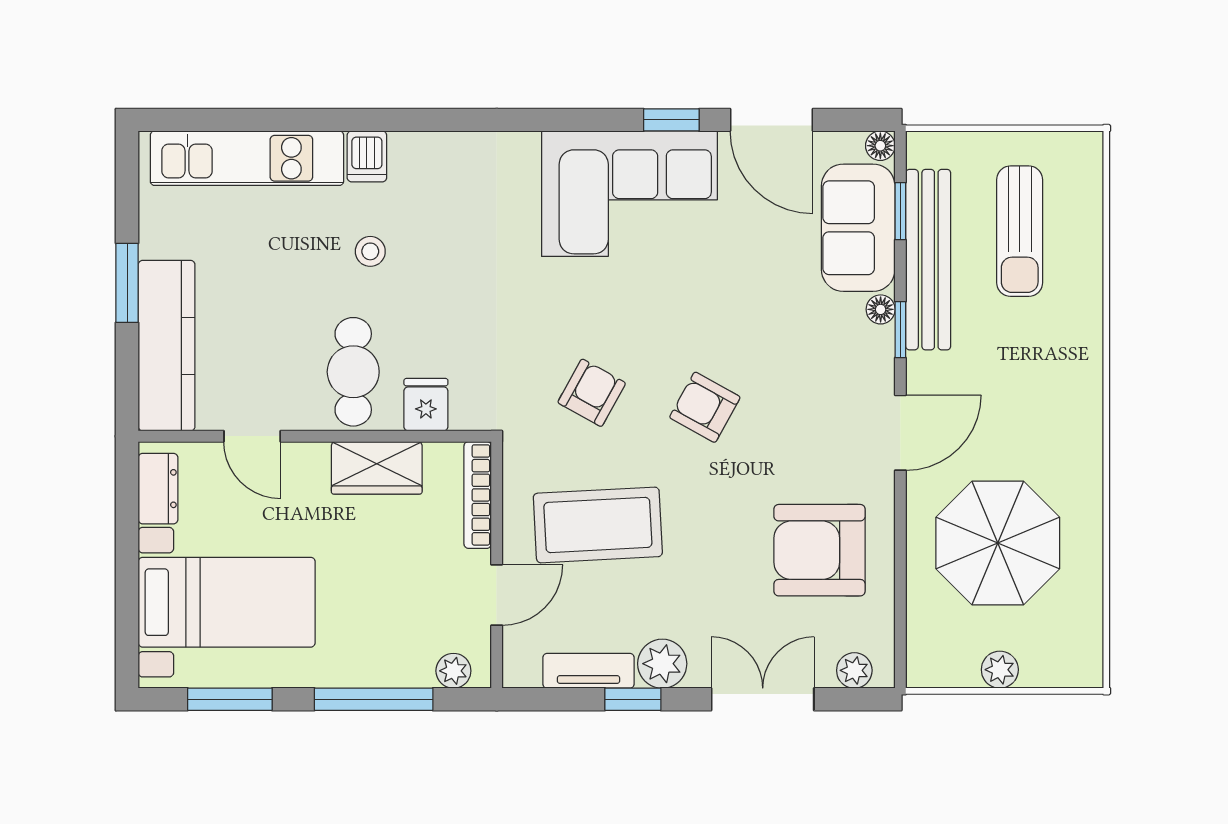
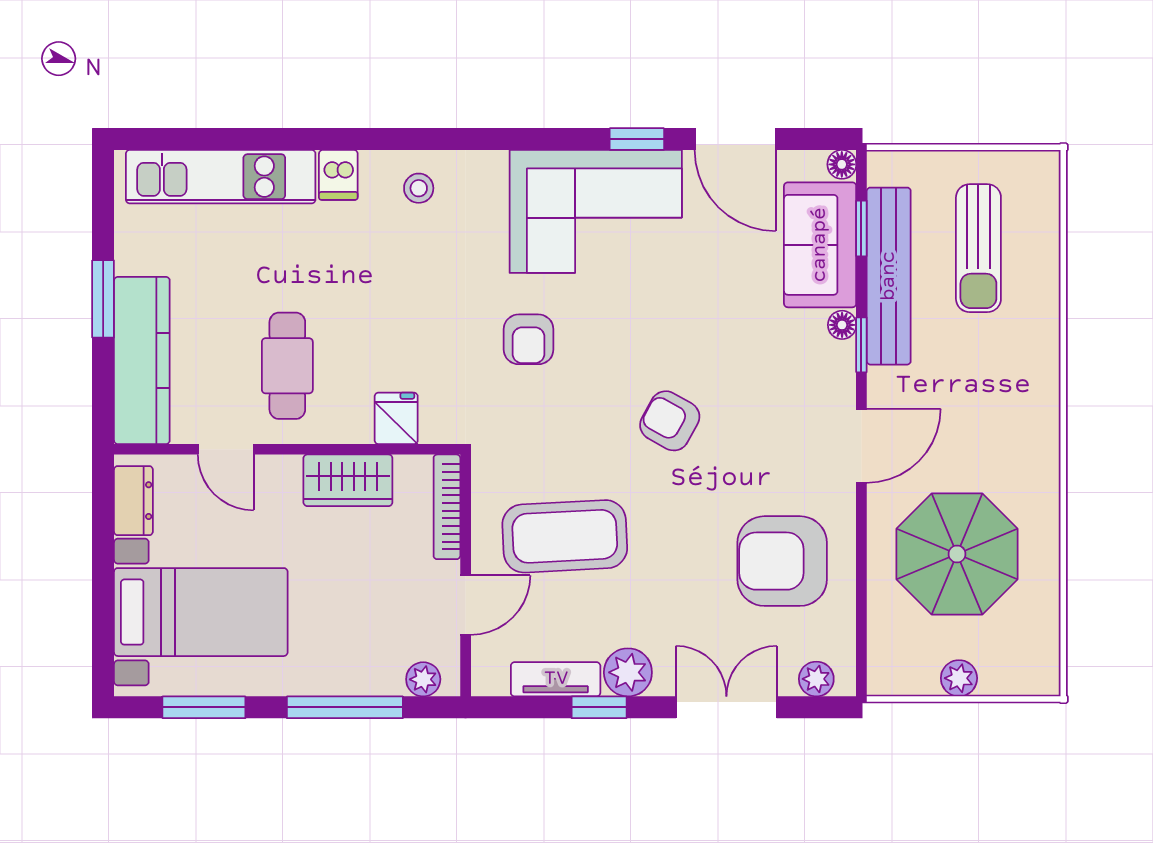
stool: (370, 251) -> (419, 188), moved
cafe table: (353, 372) -> (287, 366), moved
armchair: (592, 393) -> (529, 339), moved, turned 151

